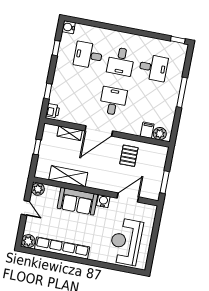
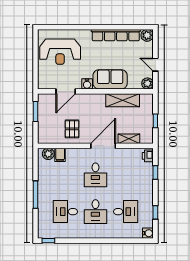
desk: (121, 61) -> (95, 212), turned 180
reception desk: (126, 242) -> (60, 52), turned 90

